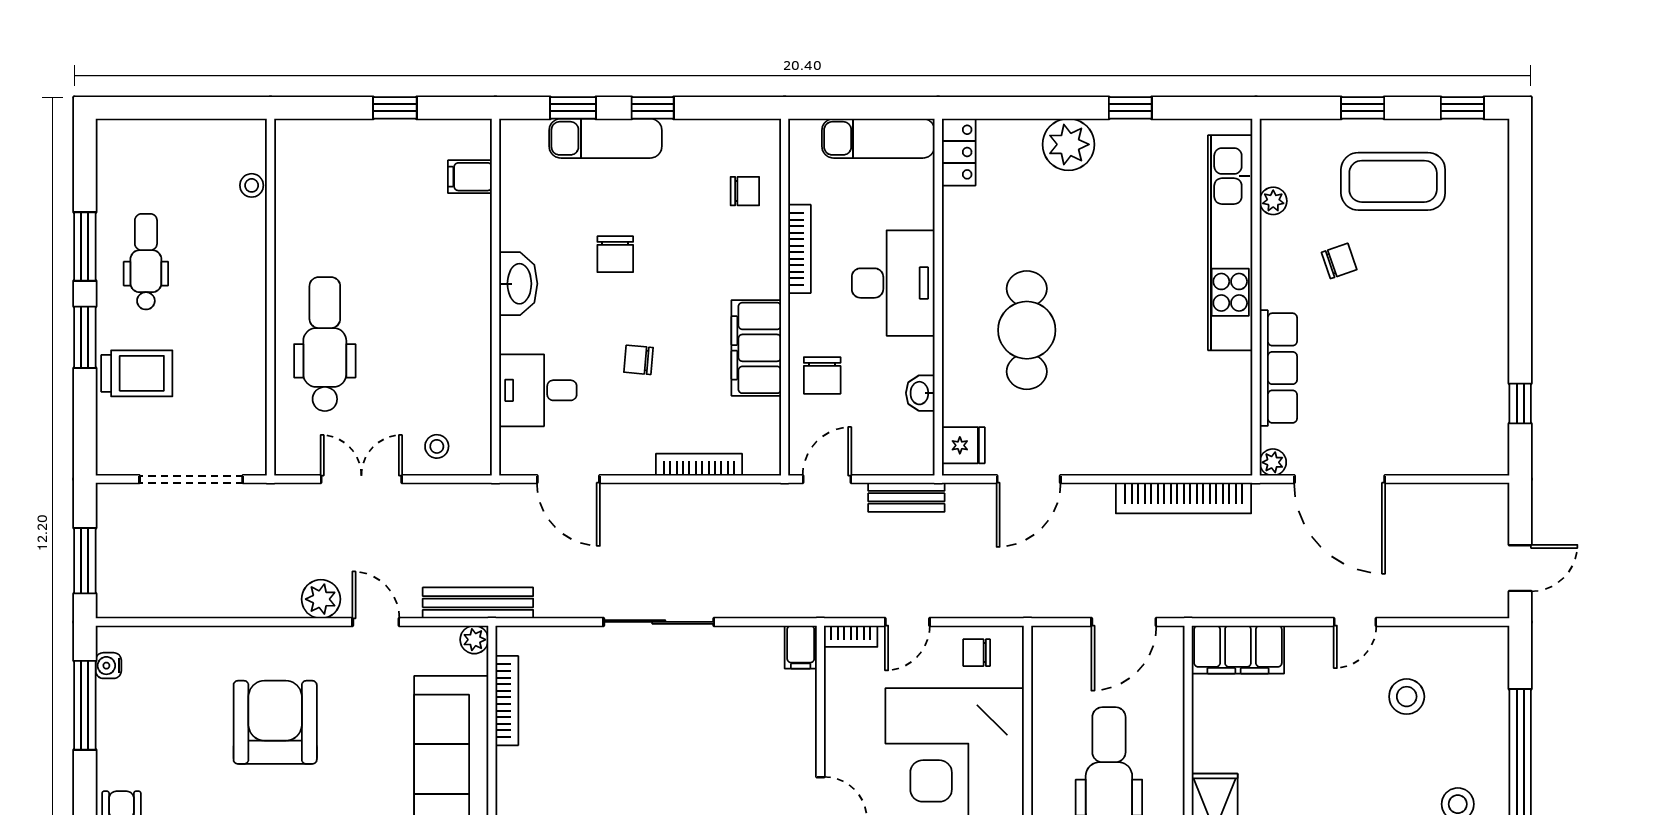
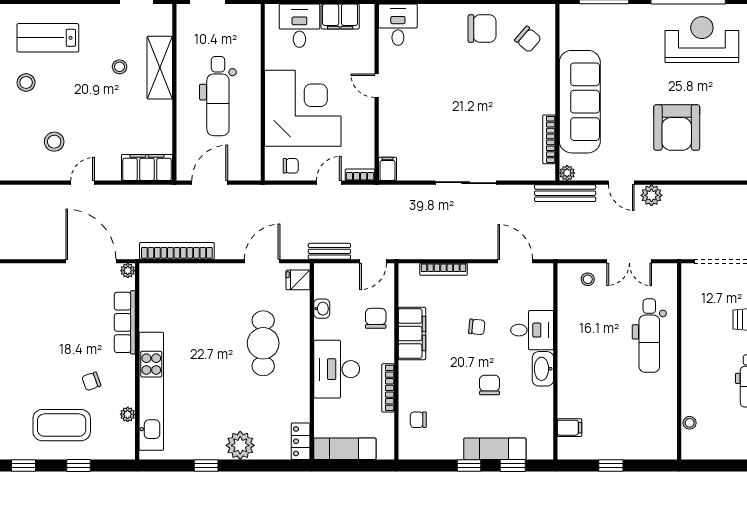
desk: (538, 390) -> (532, 330), moved

